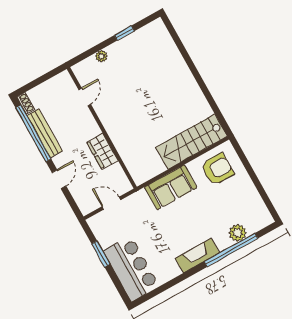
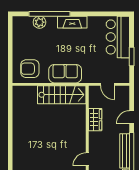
stairs: (191, 142) -> (62, 95), moved

